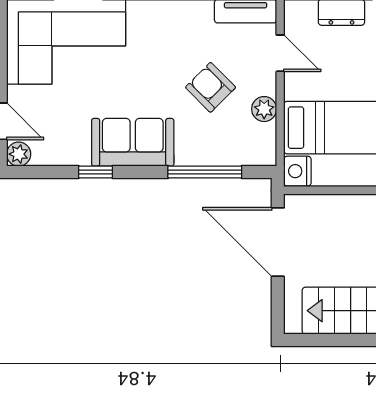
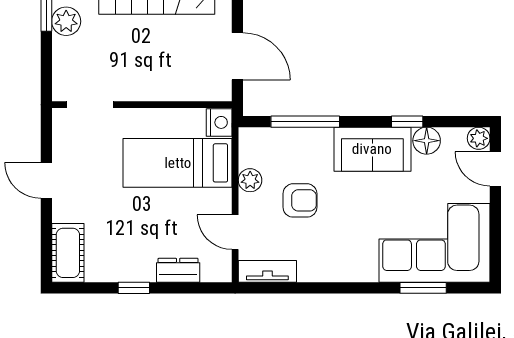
armchair: (211, 87) -> (300, 200), turned -45
floor lamp: (75, 151) -> (427, 141), added
door: (278, 242) -> (237, 56), width x0.73

